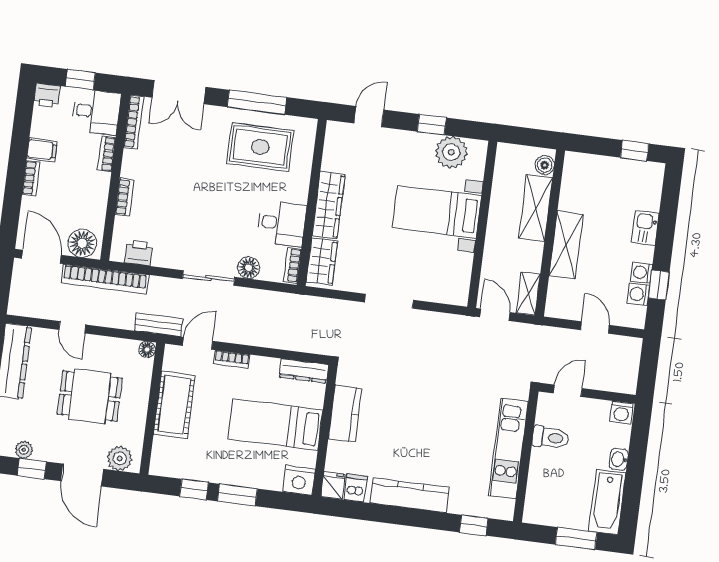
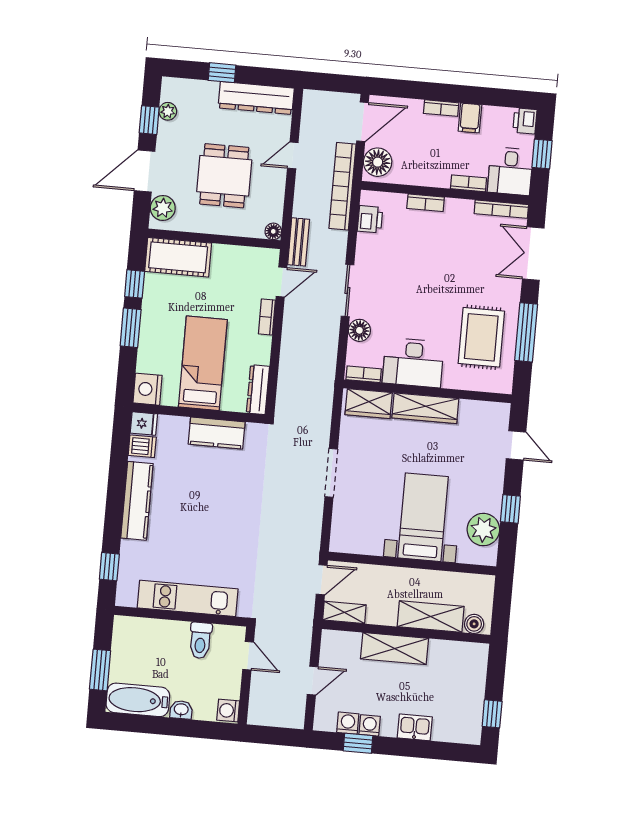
desk: (282, 223) -> (413, 363), width x1.37
door: (198, 343) -> (282, 282), hinge flipped
cot: (174, 405) -> (178, 257), moved

